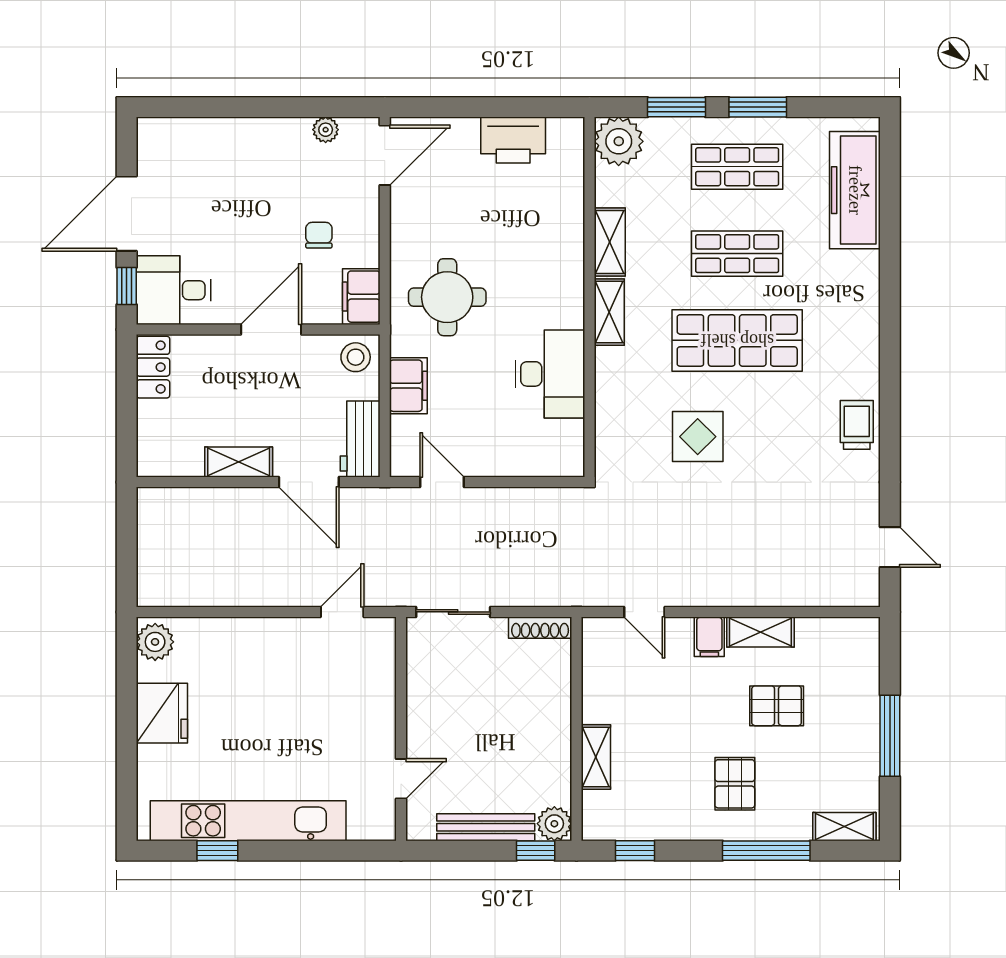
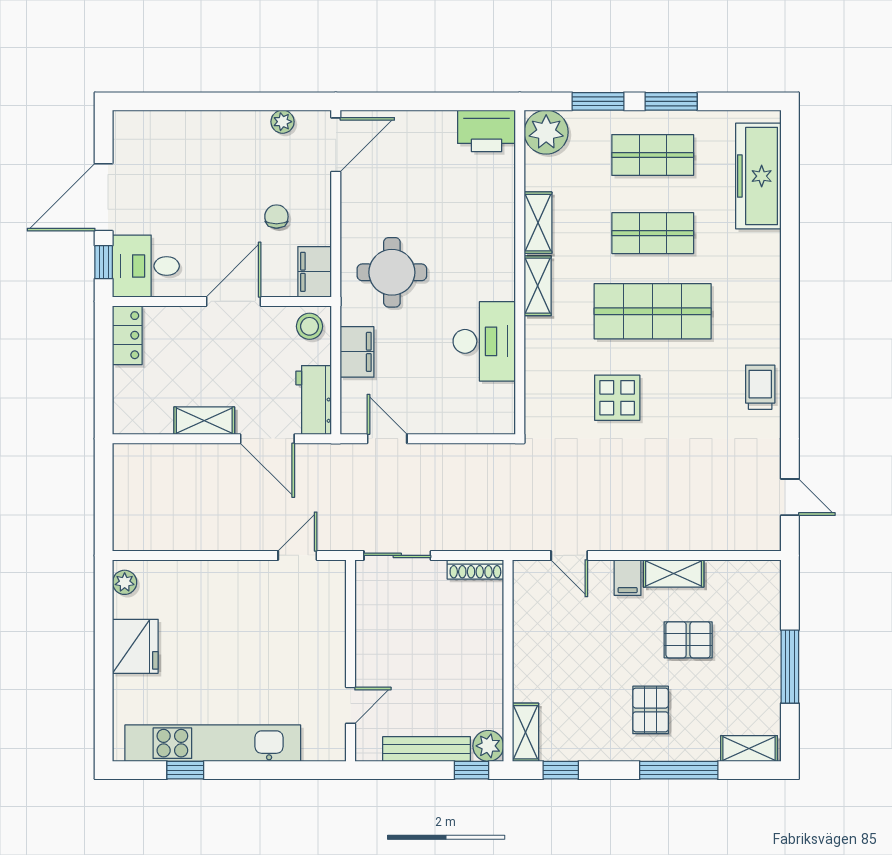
printer: (513, 140) -> (486, 131), moved
plant: (155, 642) -> (125, 582), width x0.73, depth x0.73
shelving: (596, 757) -> (526, 732), moved

